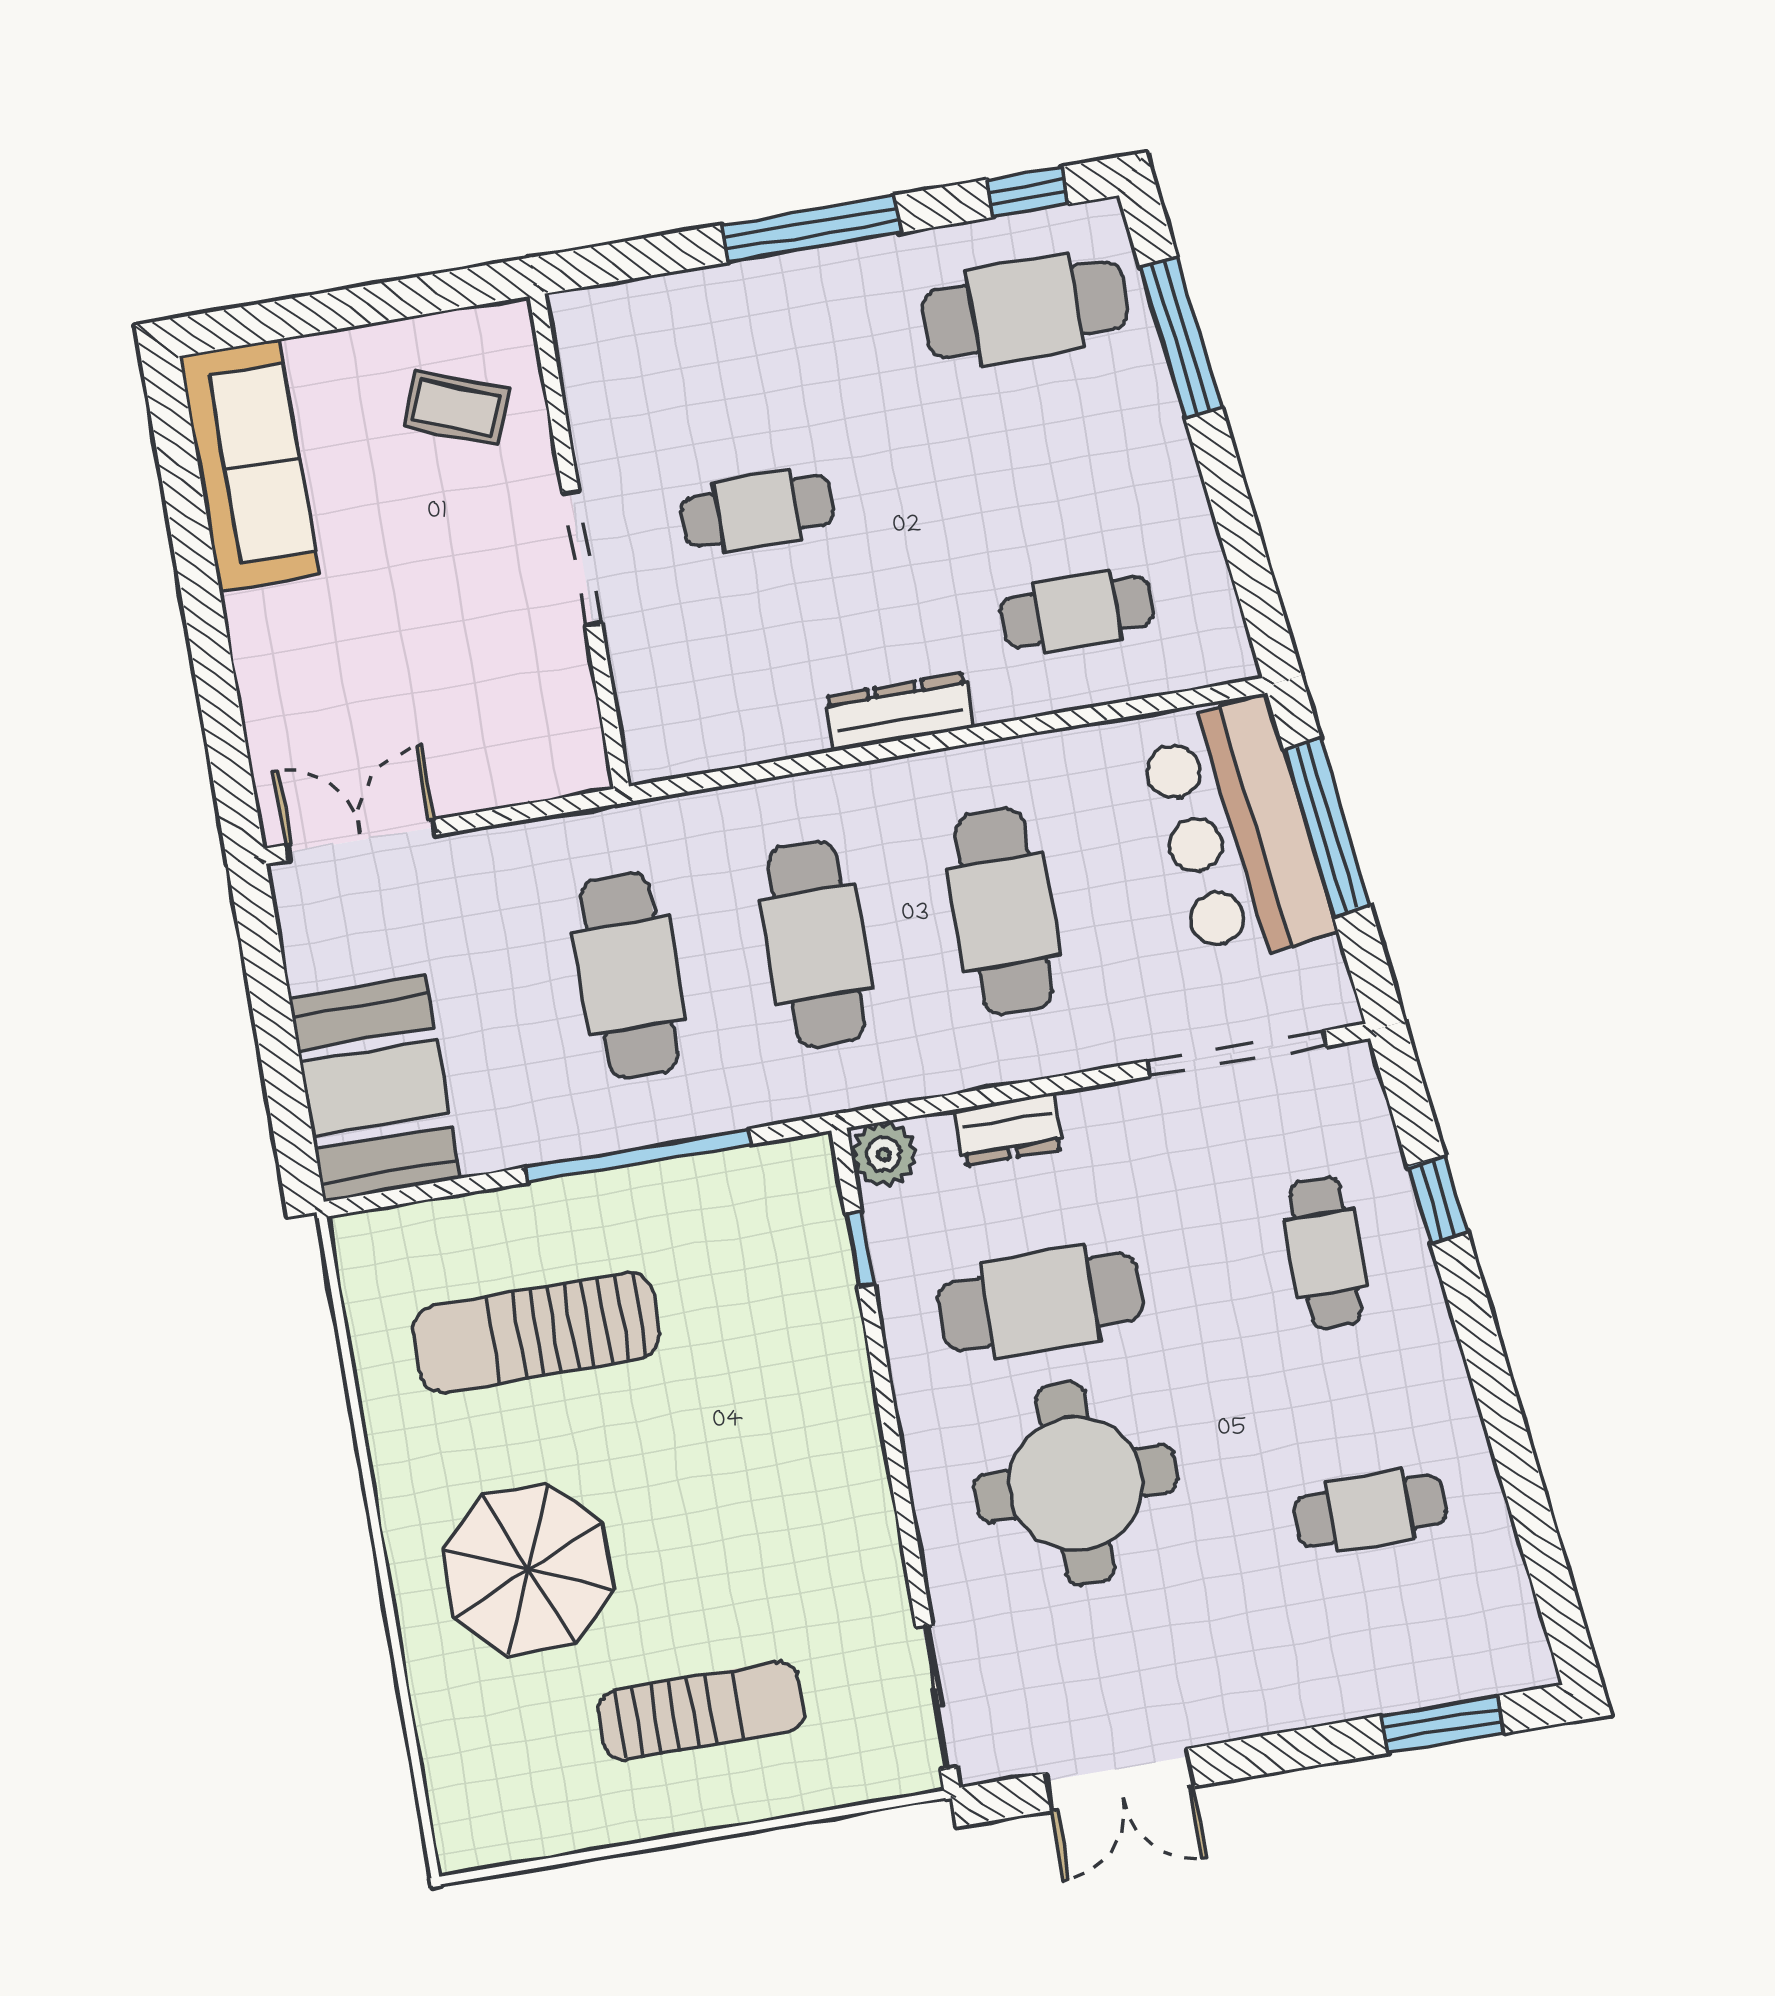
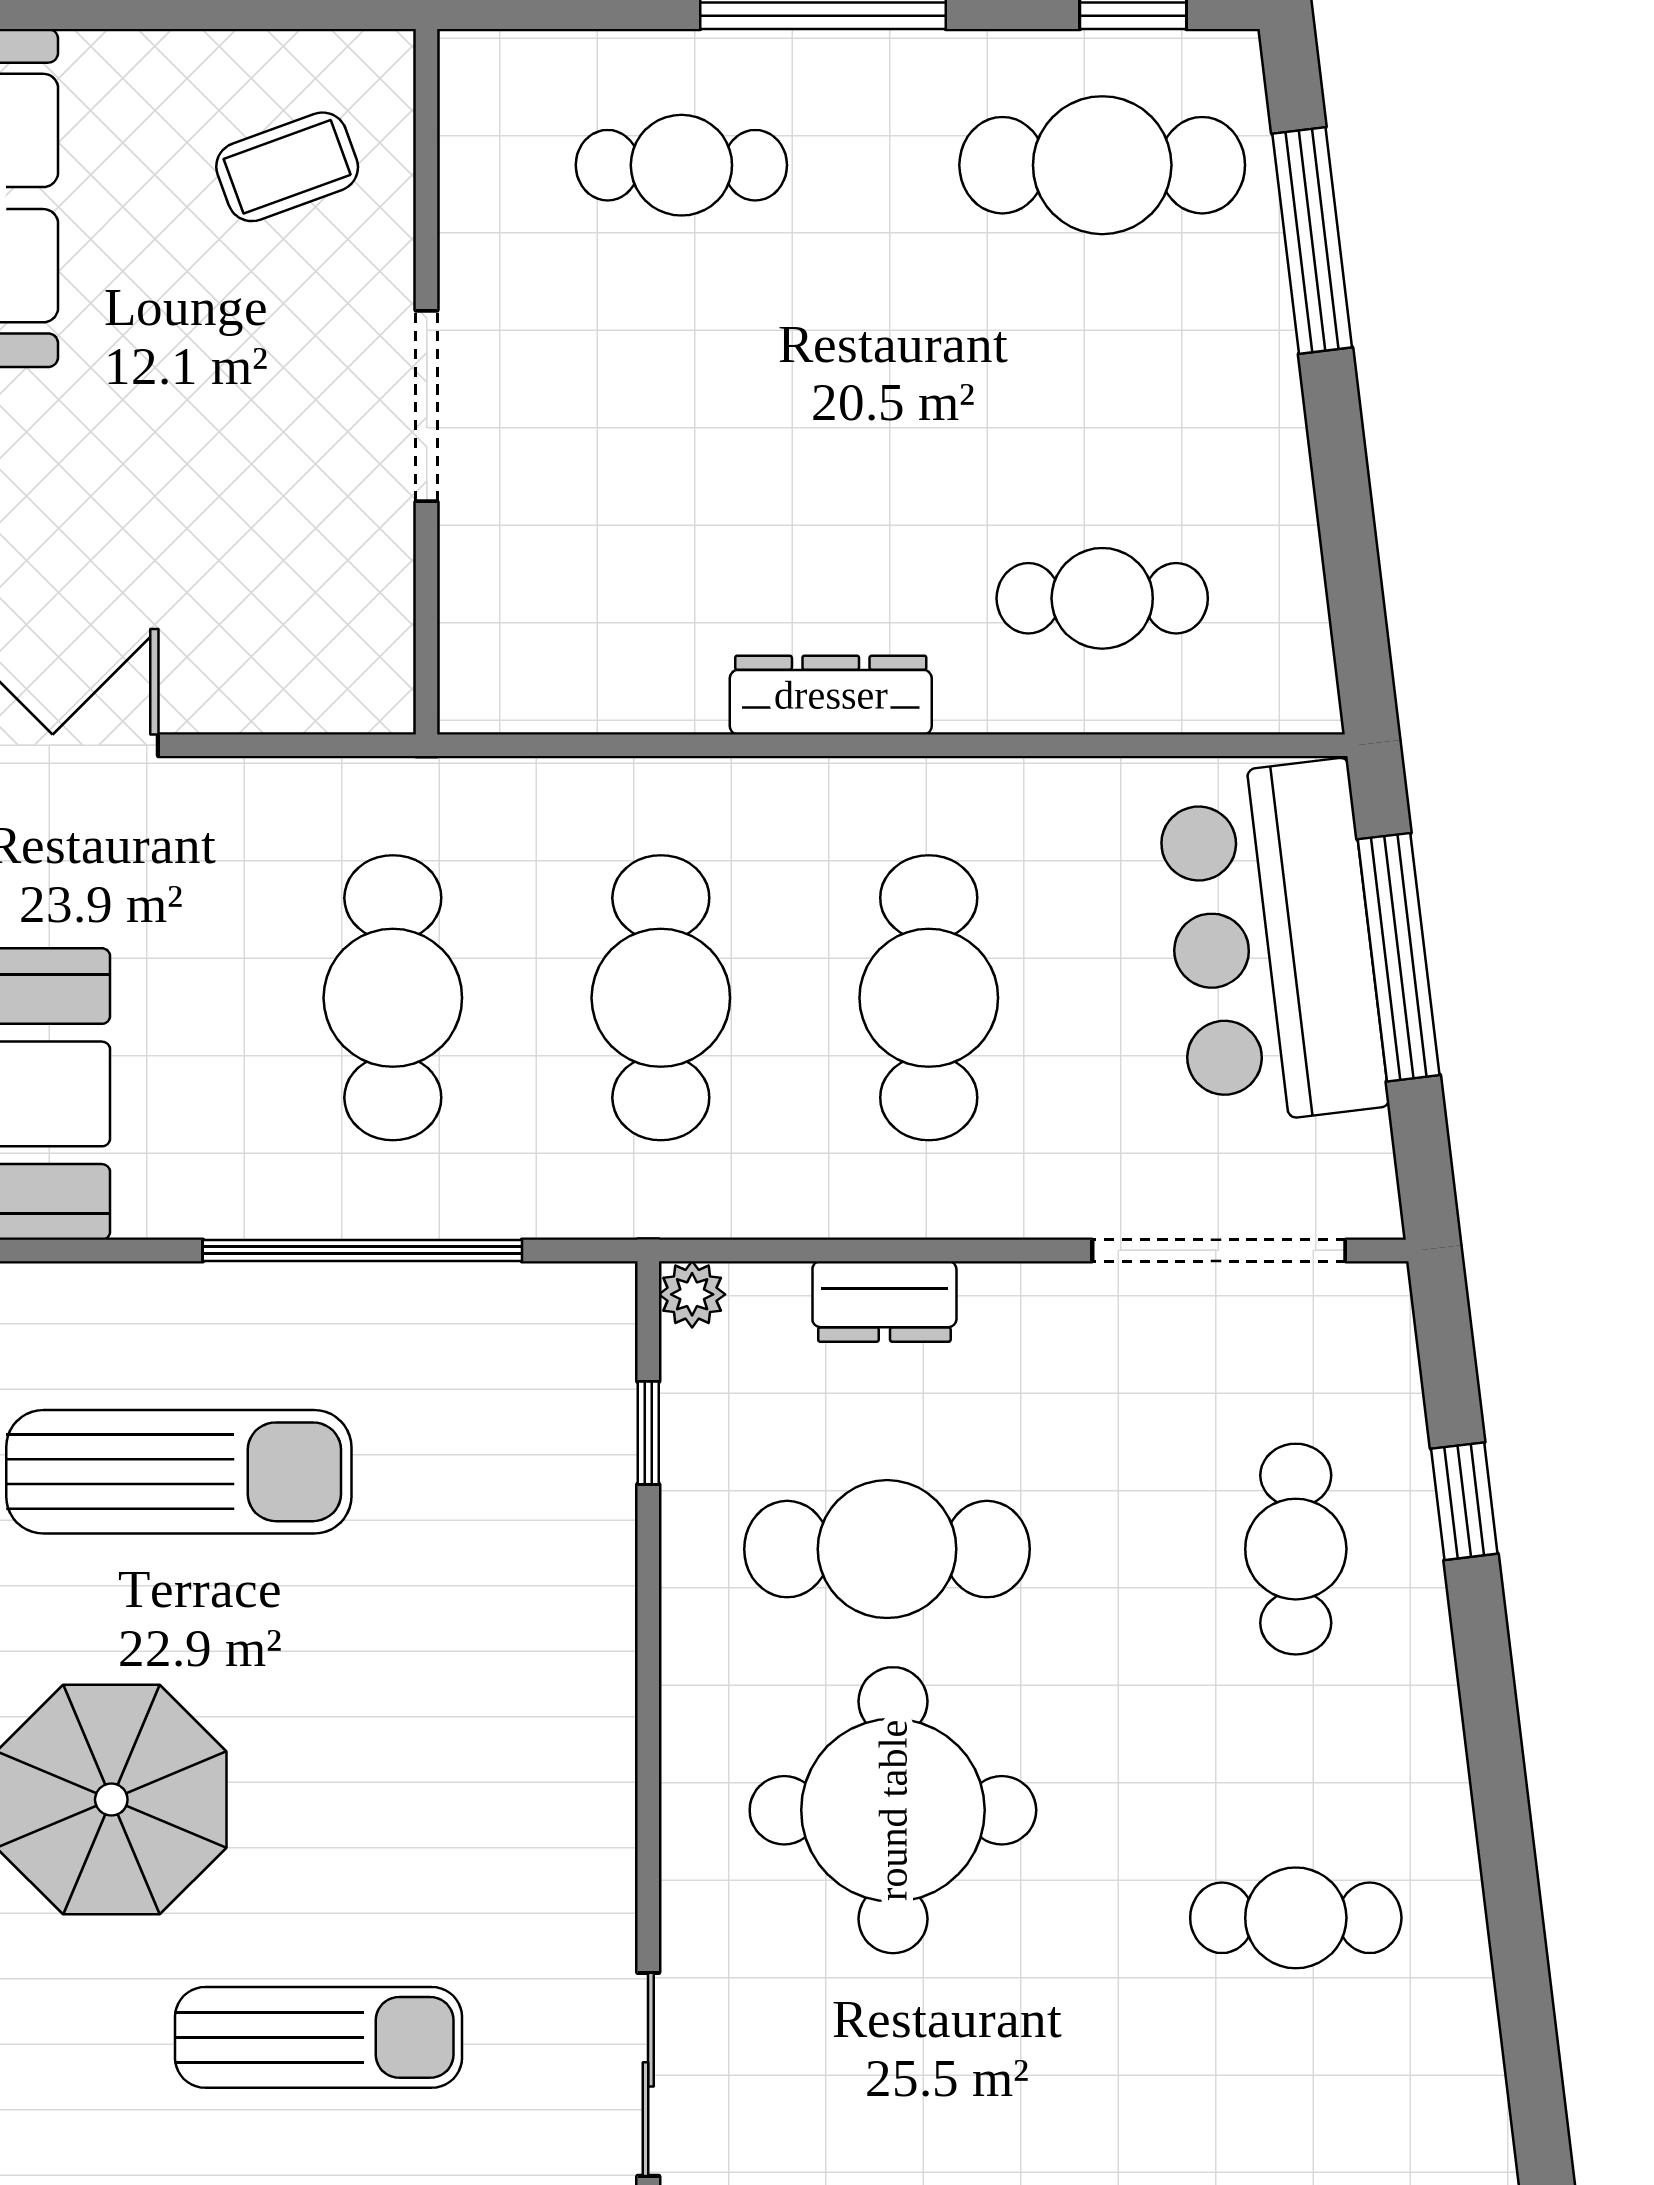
coffee table: (456, 408) -> (287, 167), turned -41
cafe table: (757, 511) -> (681, 165), moved
plant: (884, 1154) -> (692, 1294), width x0.73, depth x0.73
sun lounger: (536, 1332) -> (179, 1472), turned 180

